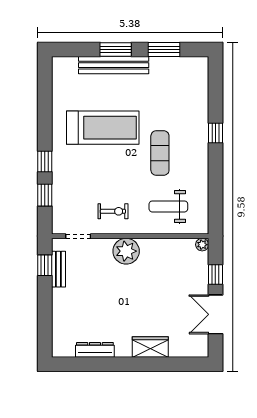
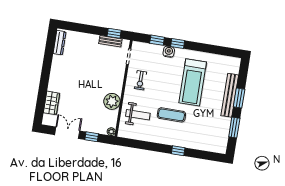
water cooler: (60, 174) -> (169, 52), added
weight bench: (168, 206) -> (138, 115), turned 90
plant: (126, 251) -> (112, 101), moved
wardrobe: (150, 347) -> (52, 103), moved
dresser: (95, 350) -> (60, 43), moved

